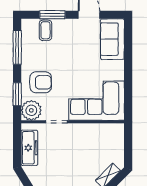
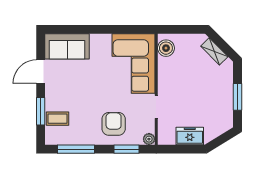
plant: (31, 110) -> (149, 139), width x0.53, depth x0.53
boiler: (111, 131) -> (166, 48), added
freezer: (29, 148) -> (190, 136), width x0.71

